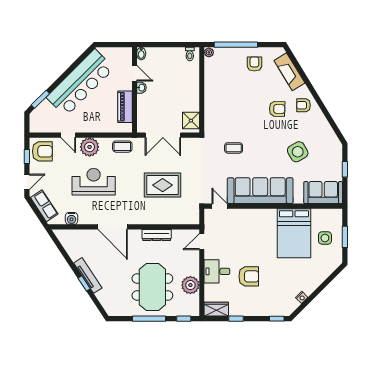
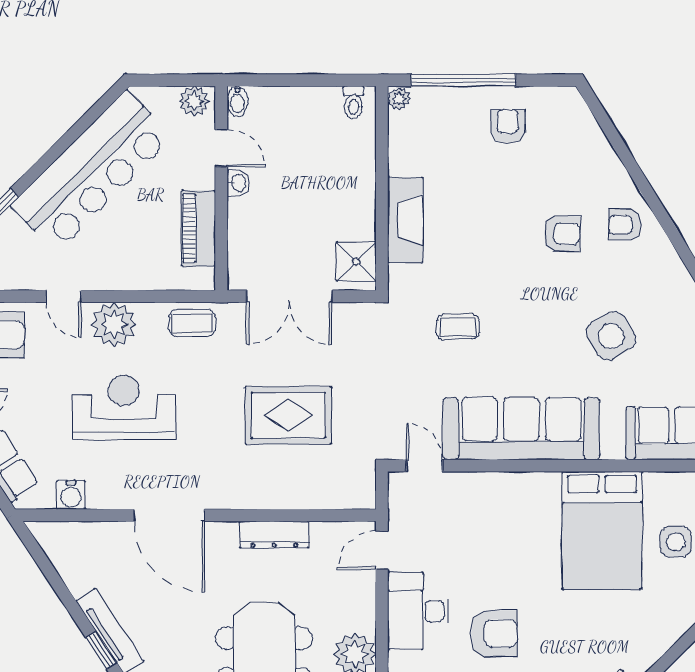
plant: (123, 53) -> (194, 101), added
fireplace: (289, 72) -> (405, 220), moved, turned -149
desk: (217, 271) -> (418, 611), width x1.37

